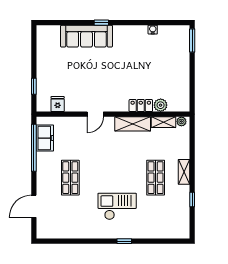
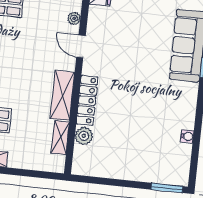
locker: (141, 106) -> (87, 100), width x1.53
plant: (181, 121) -> (74, 18), moved

